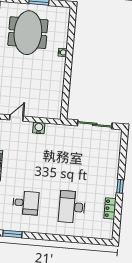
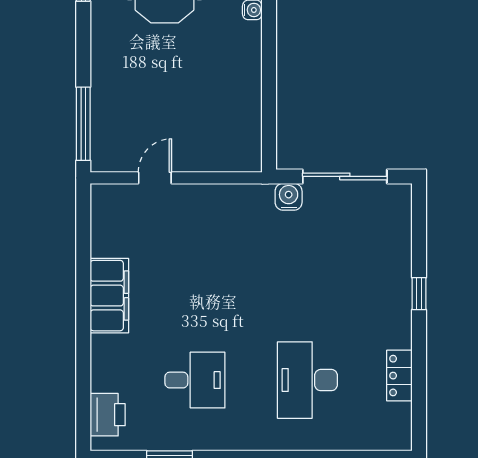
water cooler: (39, 128) -> (289, 197), moved
window: (120, 186) -> (419, 294), moved

